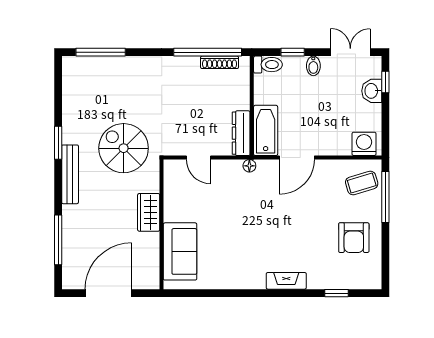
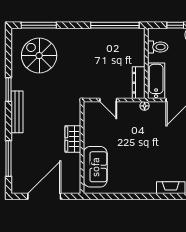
shoe rack: (220, 62) -> (123, 32), removed
toilet: (268, 65) -> (158, 47), moved
spiral stairs: (124, 148) -> (39, 56), moved

